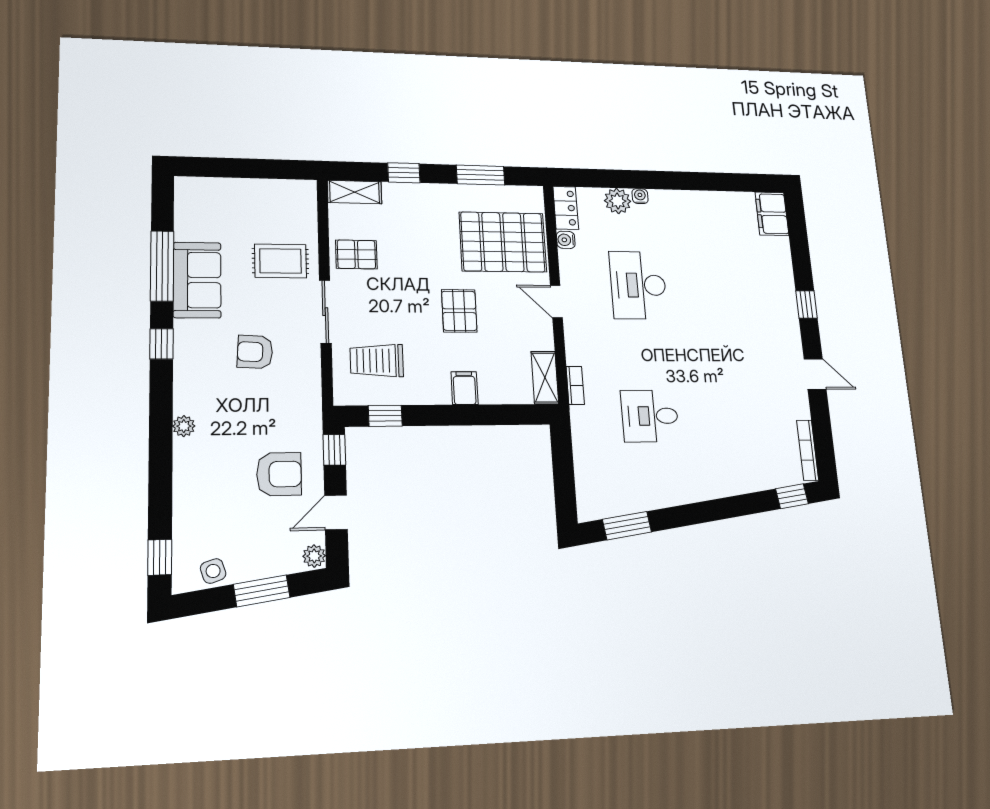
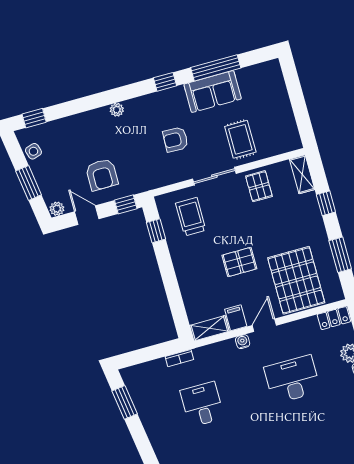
water cooler: (566, 240) -> (243, 342), moved
armchair: (255, 352) -> (176, 139), turned -91
bookcase: (575, 385) -> (179, 358), moved
filing cabinet: (465, 388) -> (236, 318), moved, turned -90

